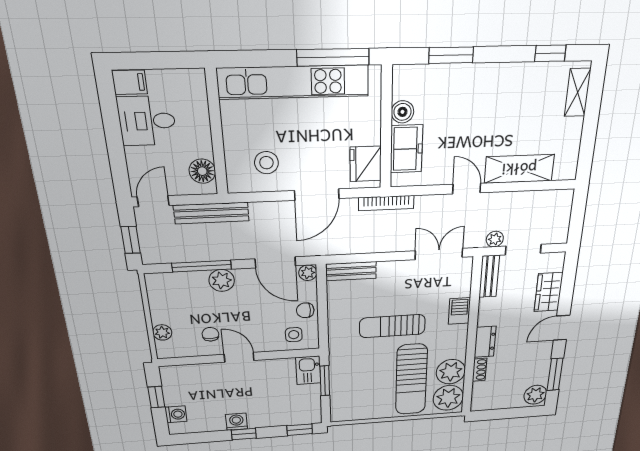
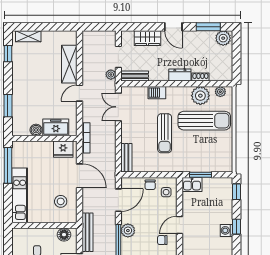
kitchen unit: (294, 82) -> (20, 195), width x0.73
plant: (308, 273) -> (126, 182), removed
plant: (448, 398) -> (220, 92), width x0.53, depth x0.53

